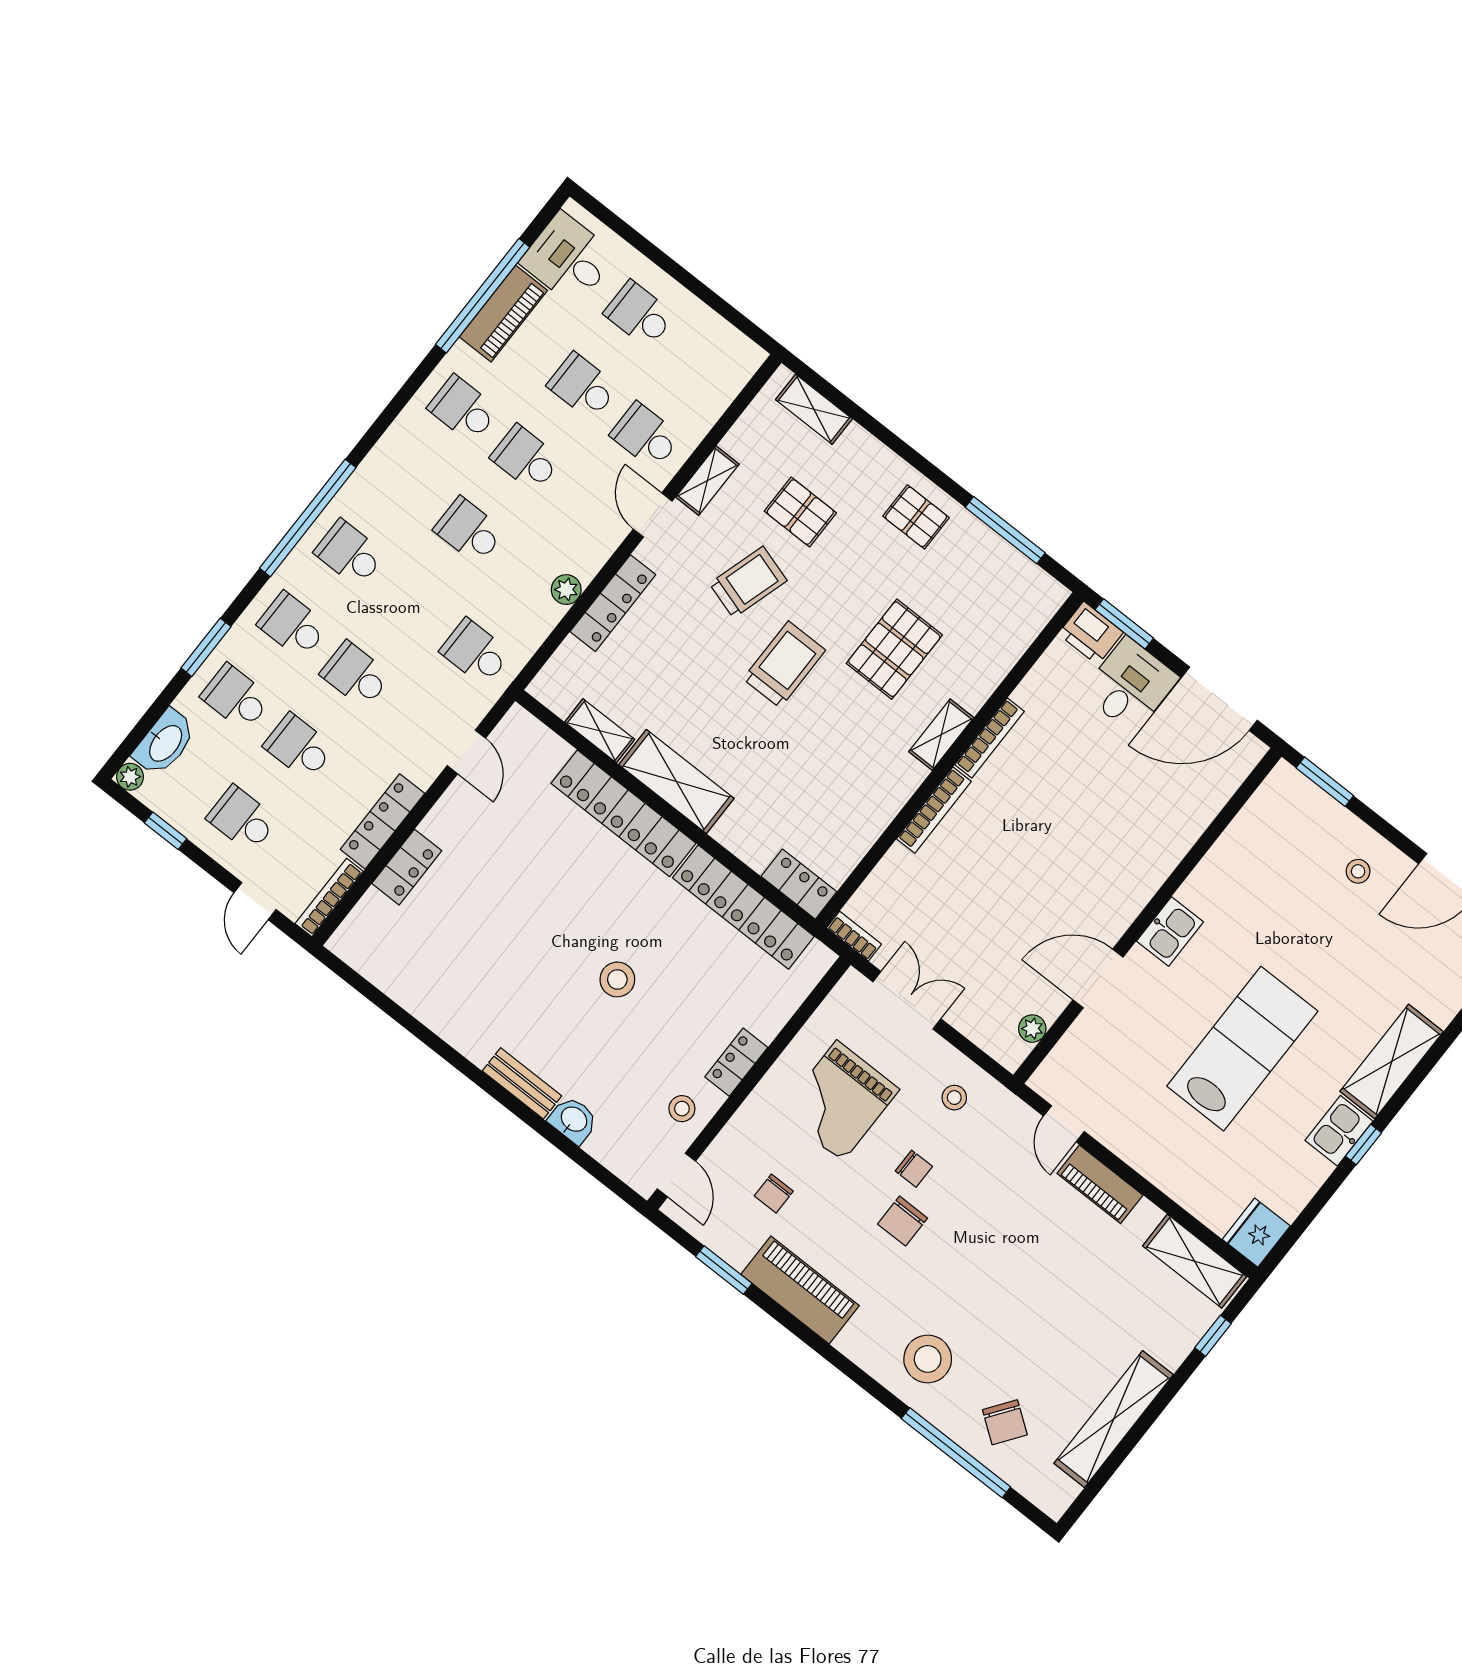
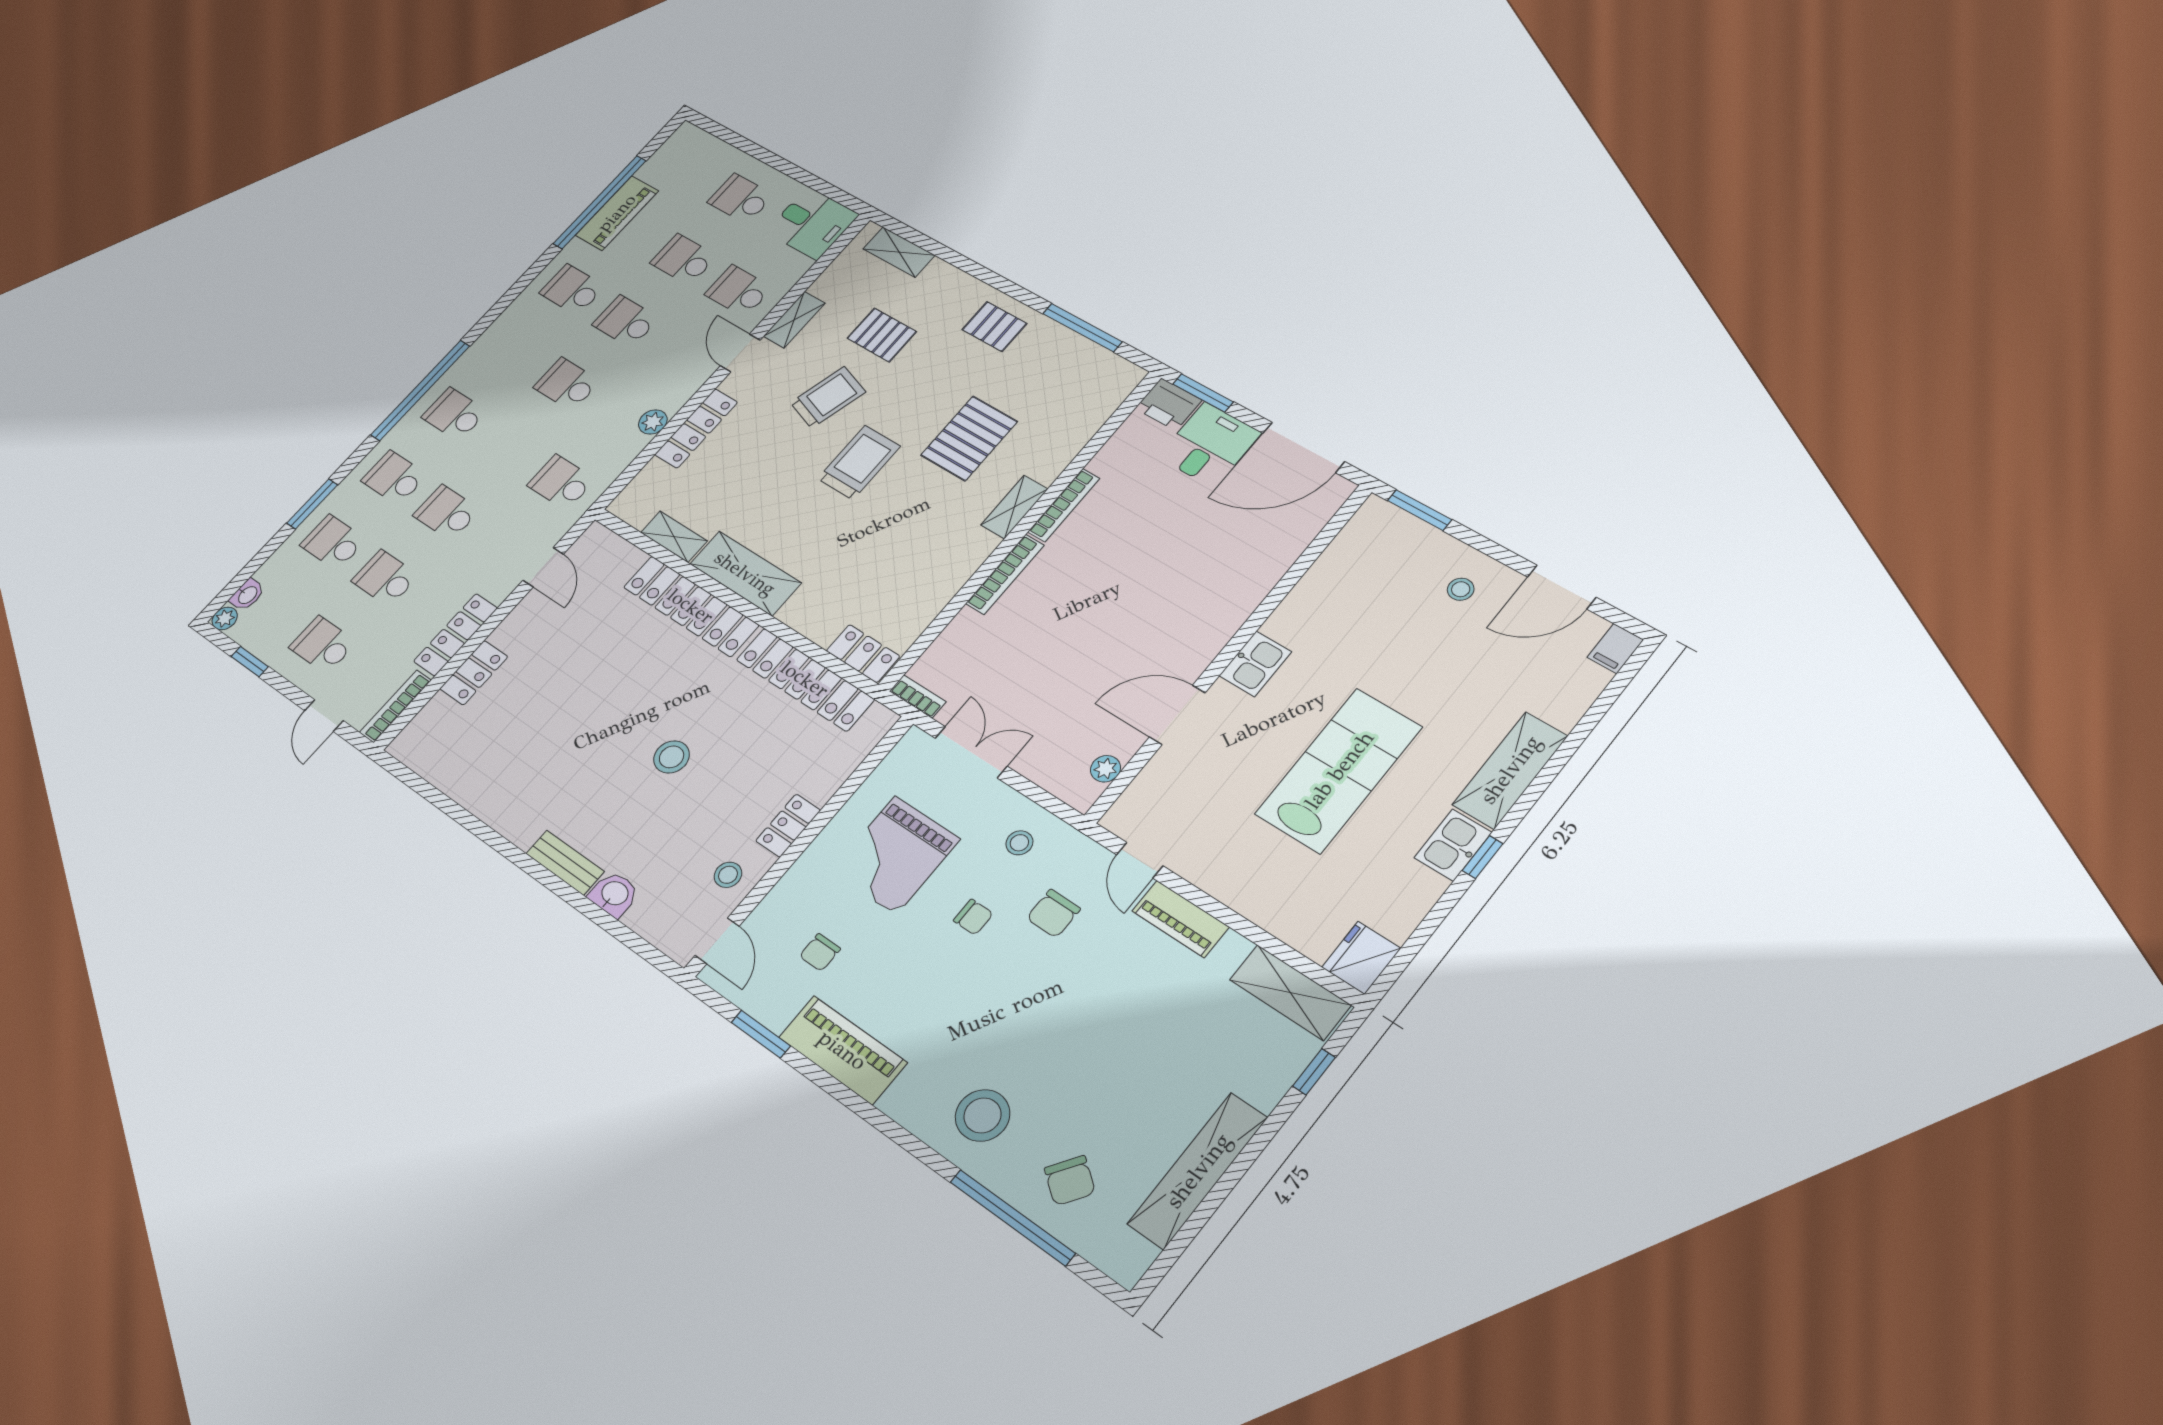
desk: (568, 259) -> (812, 223), moved, turned 180
washbasin: (165, 743) -> (247, 595), width x0.52, depth x0.69
chair: (903, 1221) -> (1053, 913), moved

